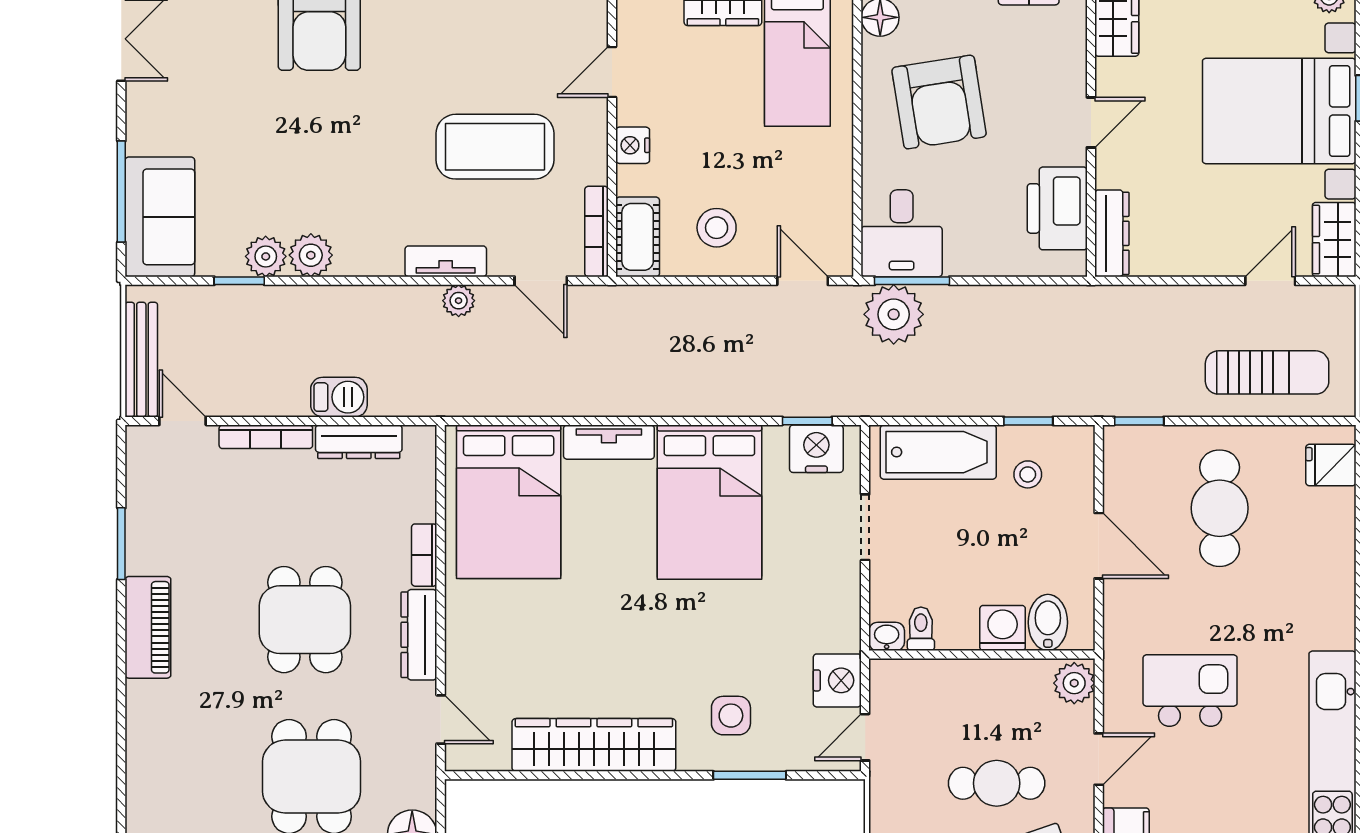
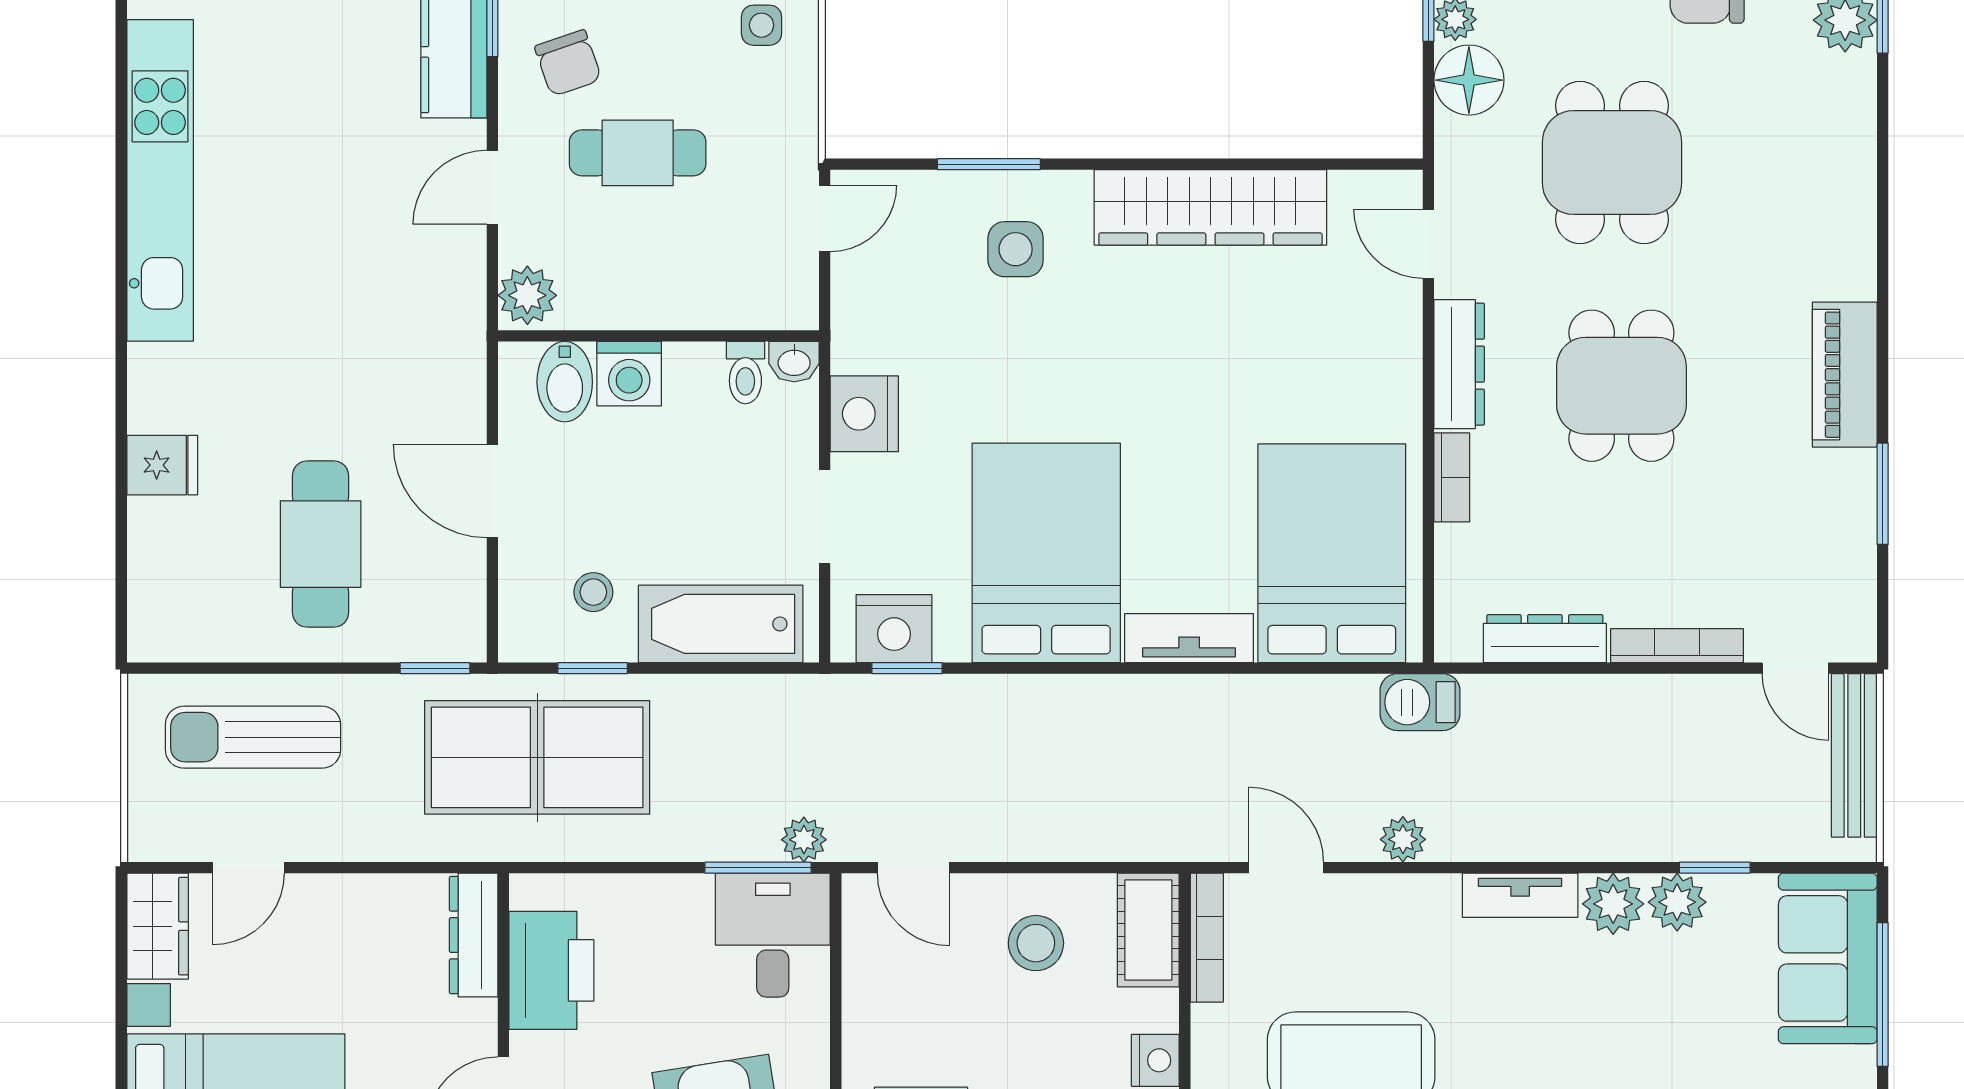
tv unit: (446, 261) -> (1520, 895), moved
plant: (894, 314) -> (804, 840), width x0.53, depth x0.53
table tennis table: (1067, 358) -> (537, 757), added
barbecue: (339, 397) -> (1420, 702), moved
fridge: (1331, 465) -> (162, 465), moved
nightstand: (837, 680) -> (864, 414), moved
kitchen island: (1190, 691) -> (363, 285), removed

